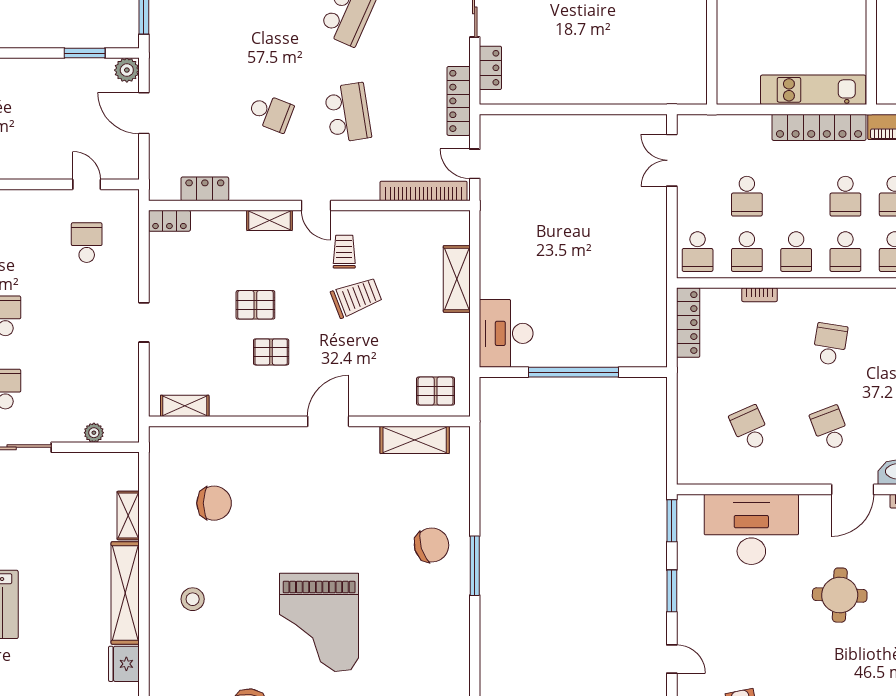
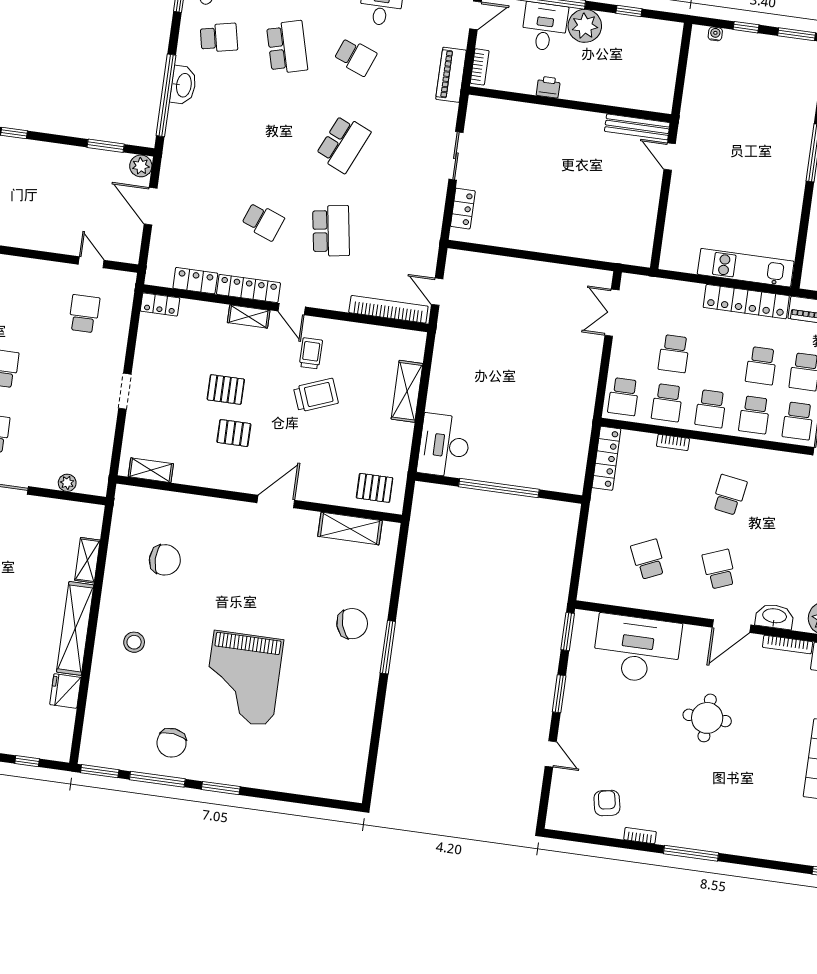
locker: (459, 101) -> (248, 289), moved, turned 90

